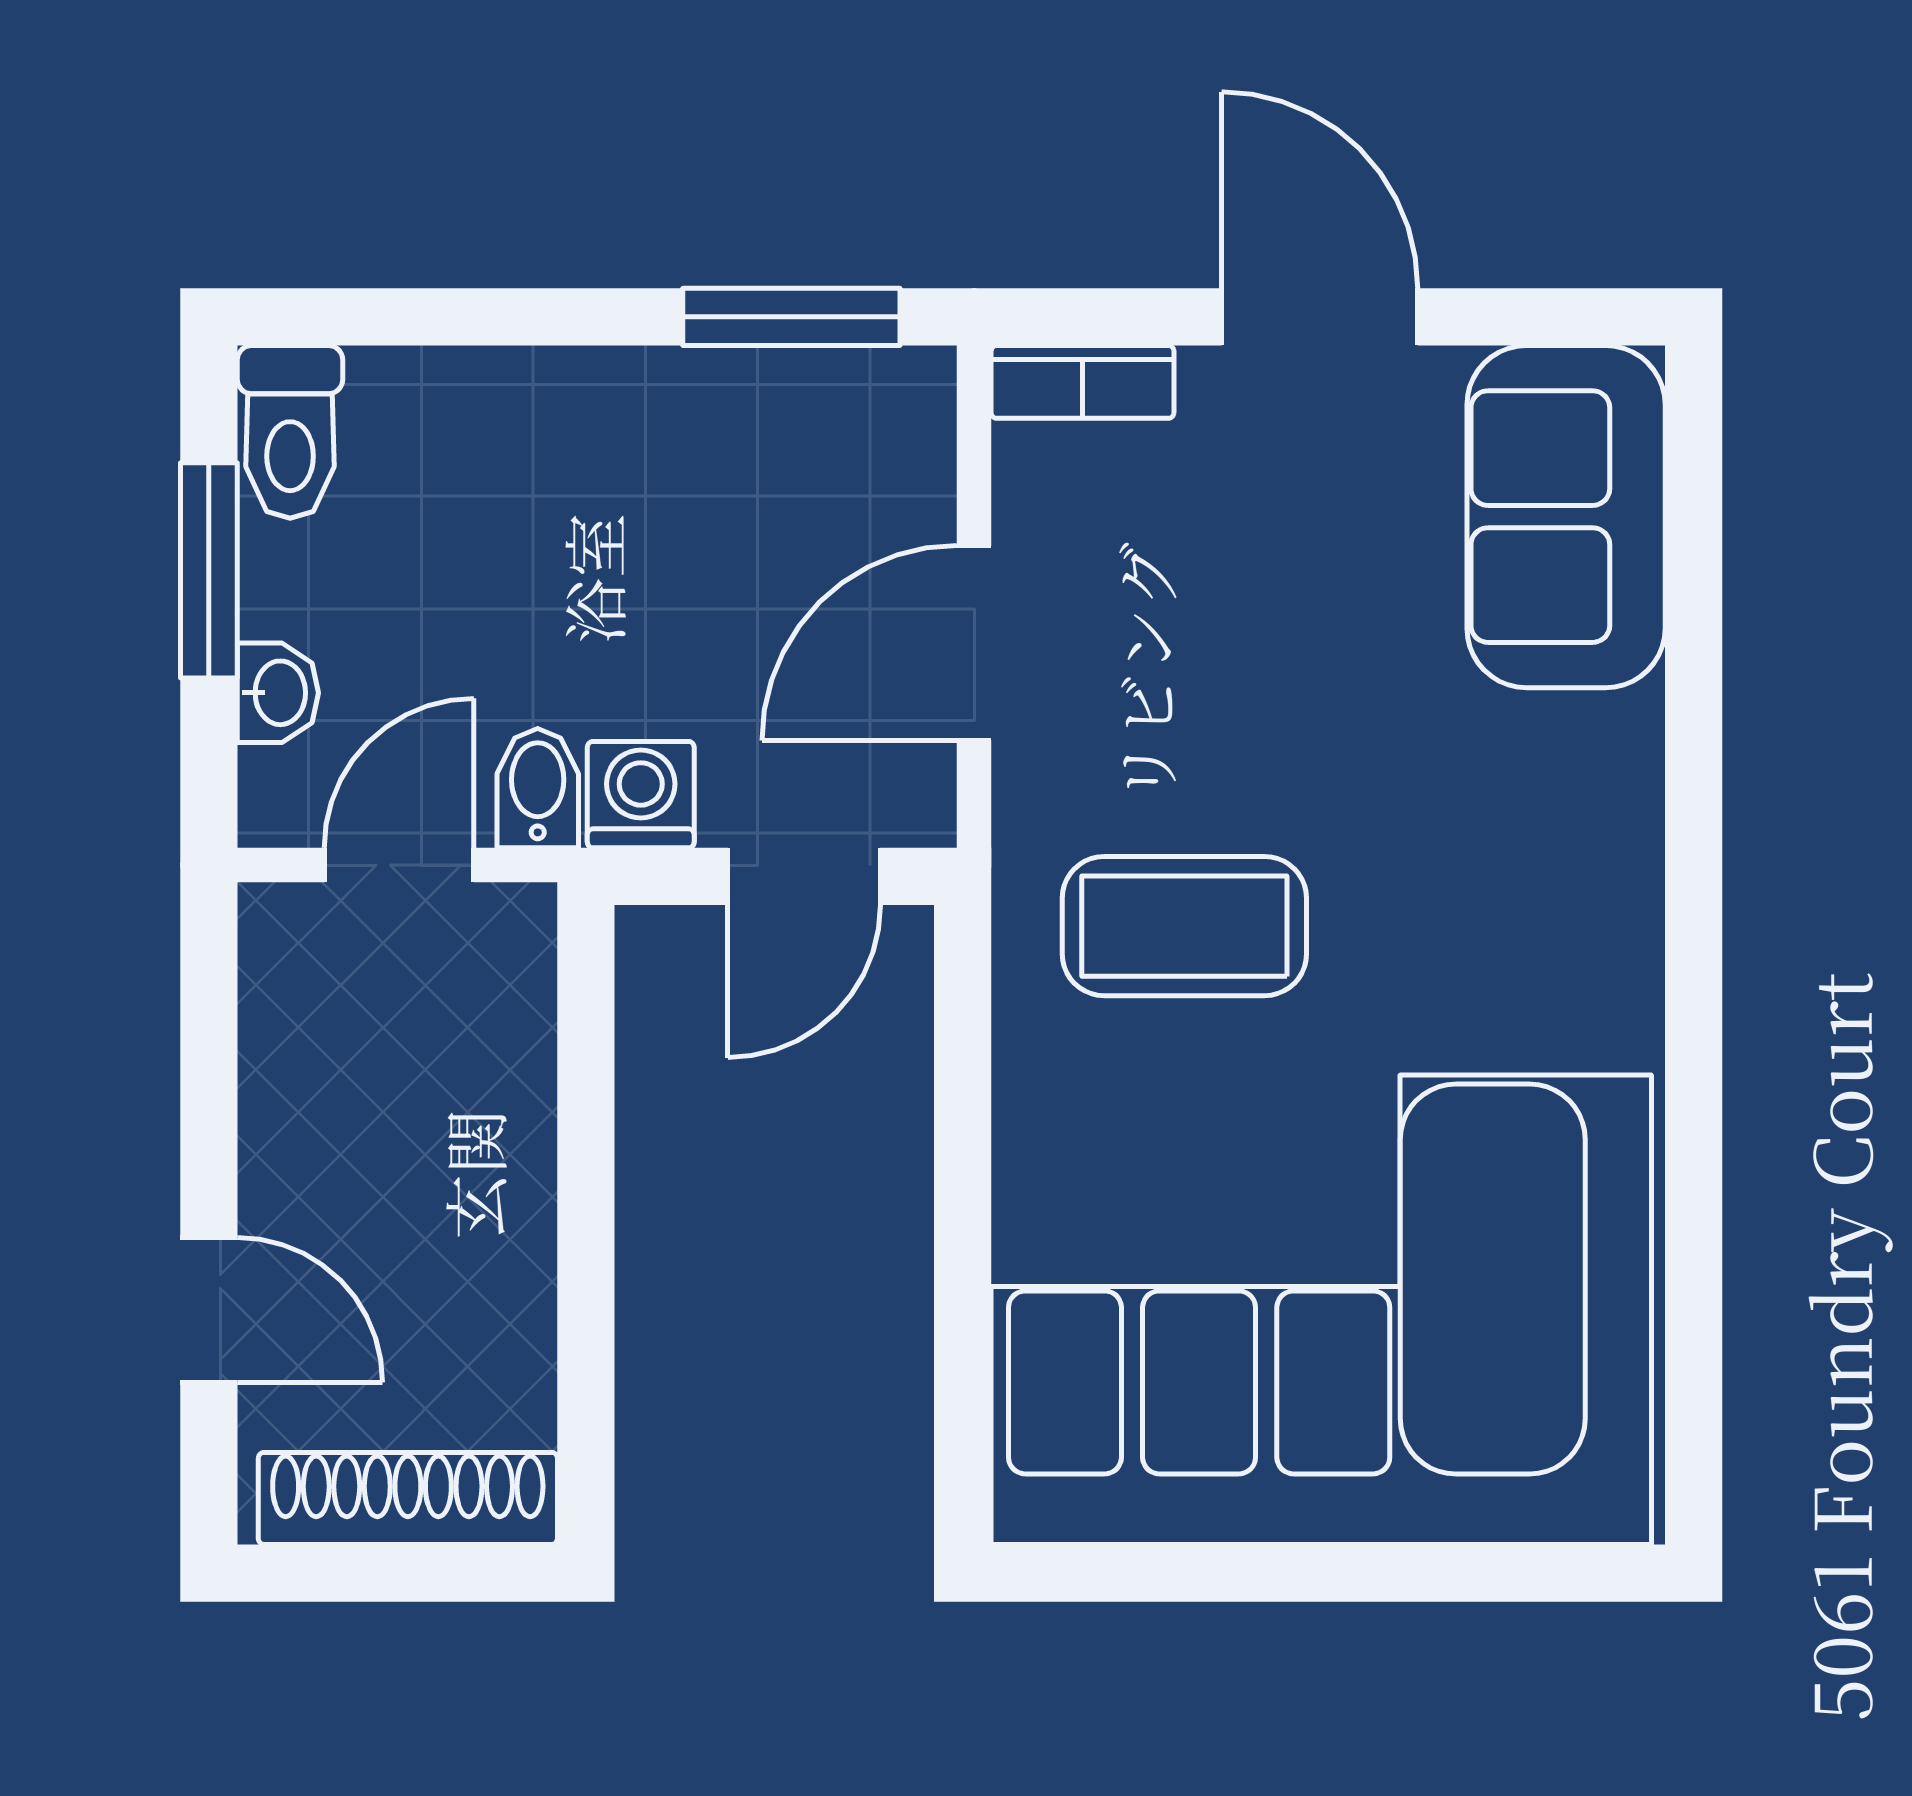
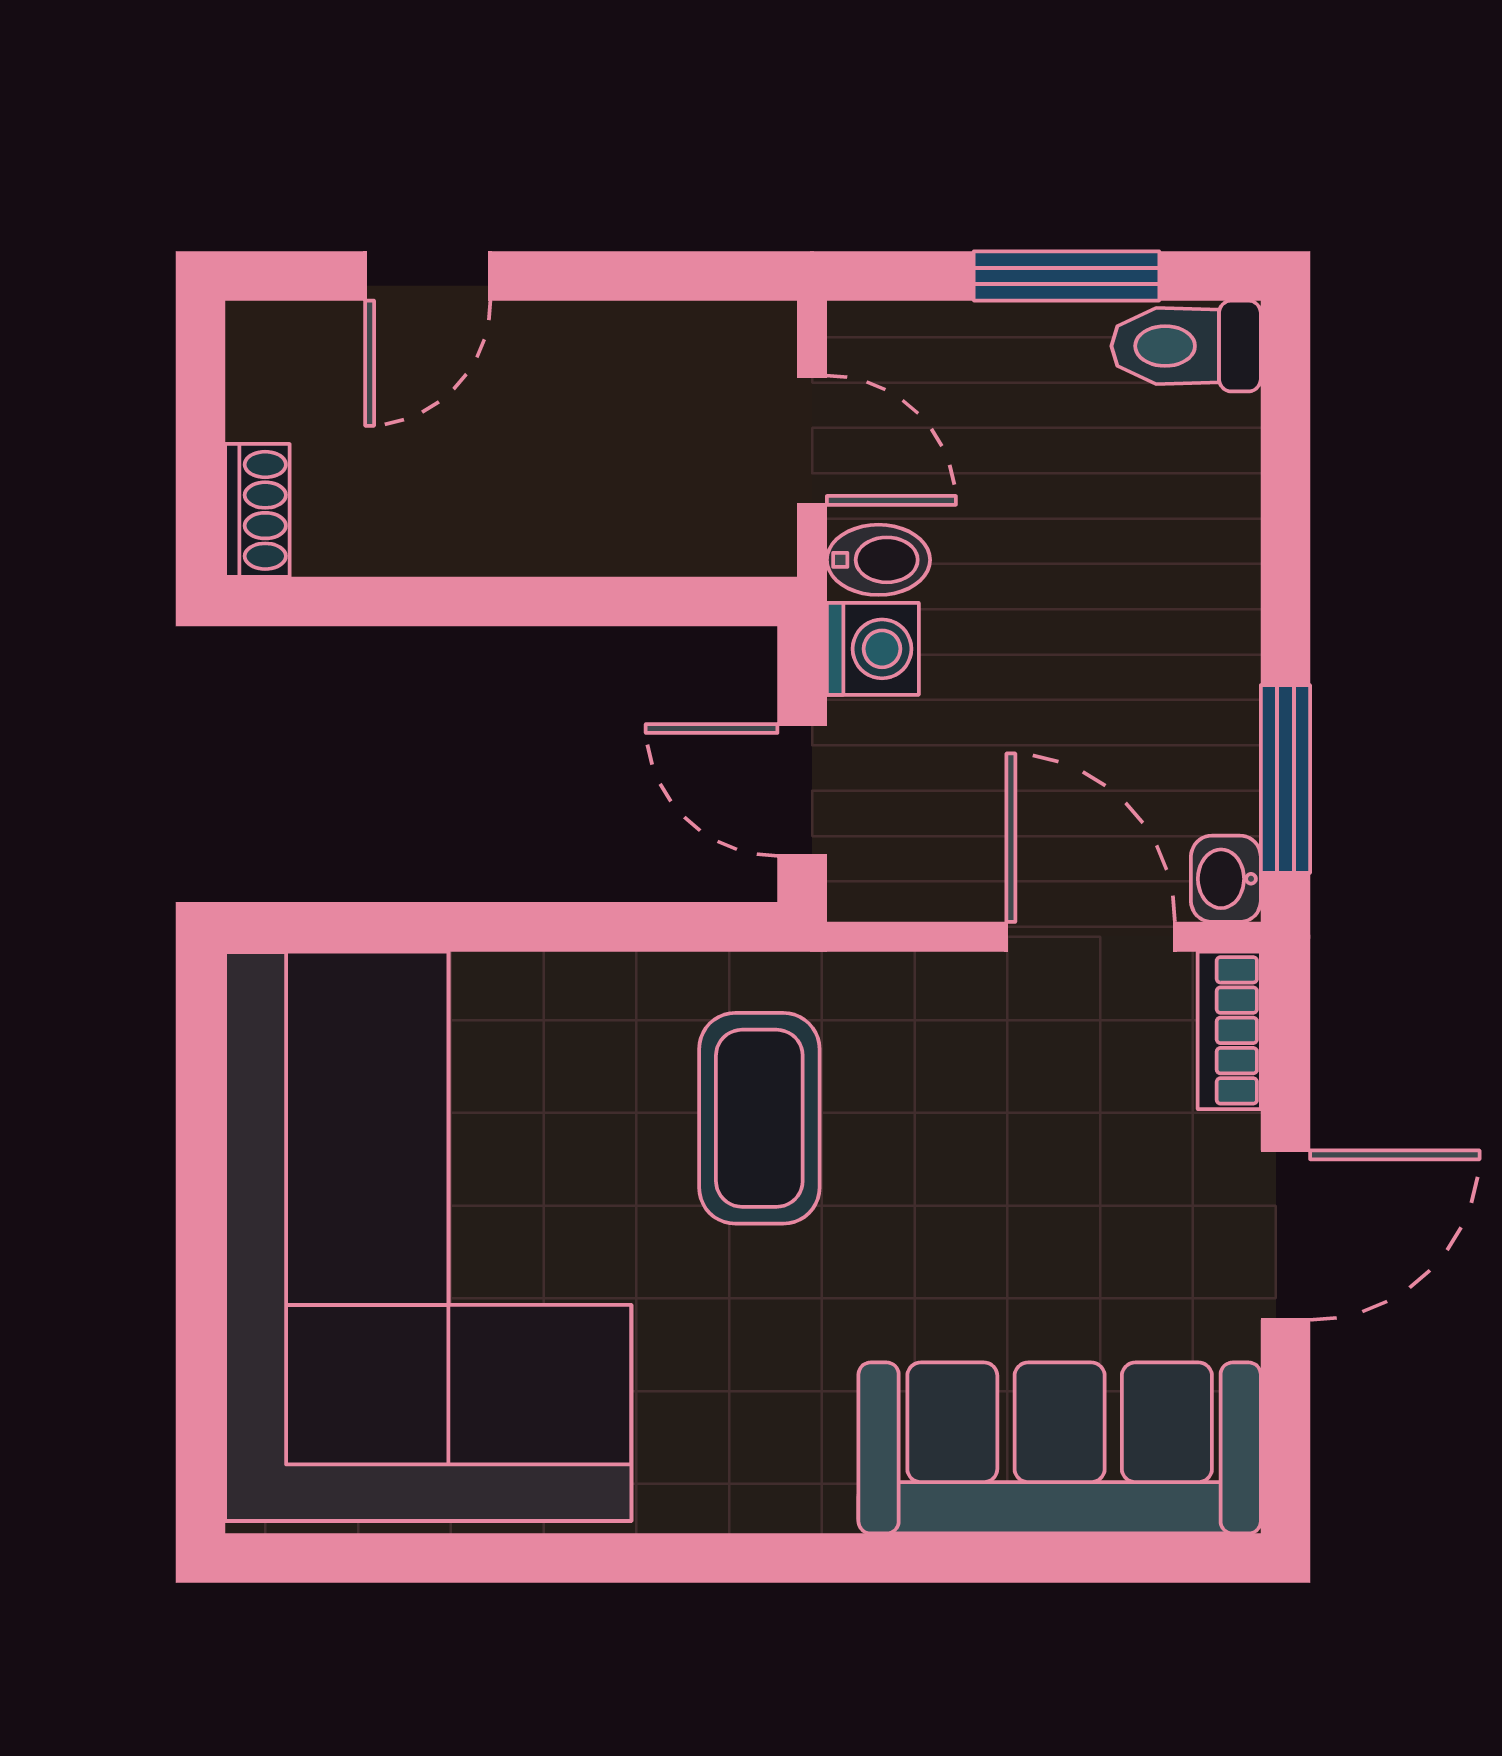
sofa: (1566, 517) -> (1060, 1448), width x1.36
door: (974, 643) -> (1091, 937), moved
washbasin: (278, 693) -> (1226, 879), moved, turned 90
shoe rack: (408, 1498) -> (257, 510), width x0.51, depth x0.81

